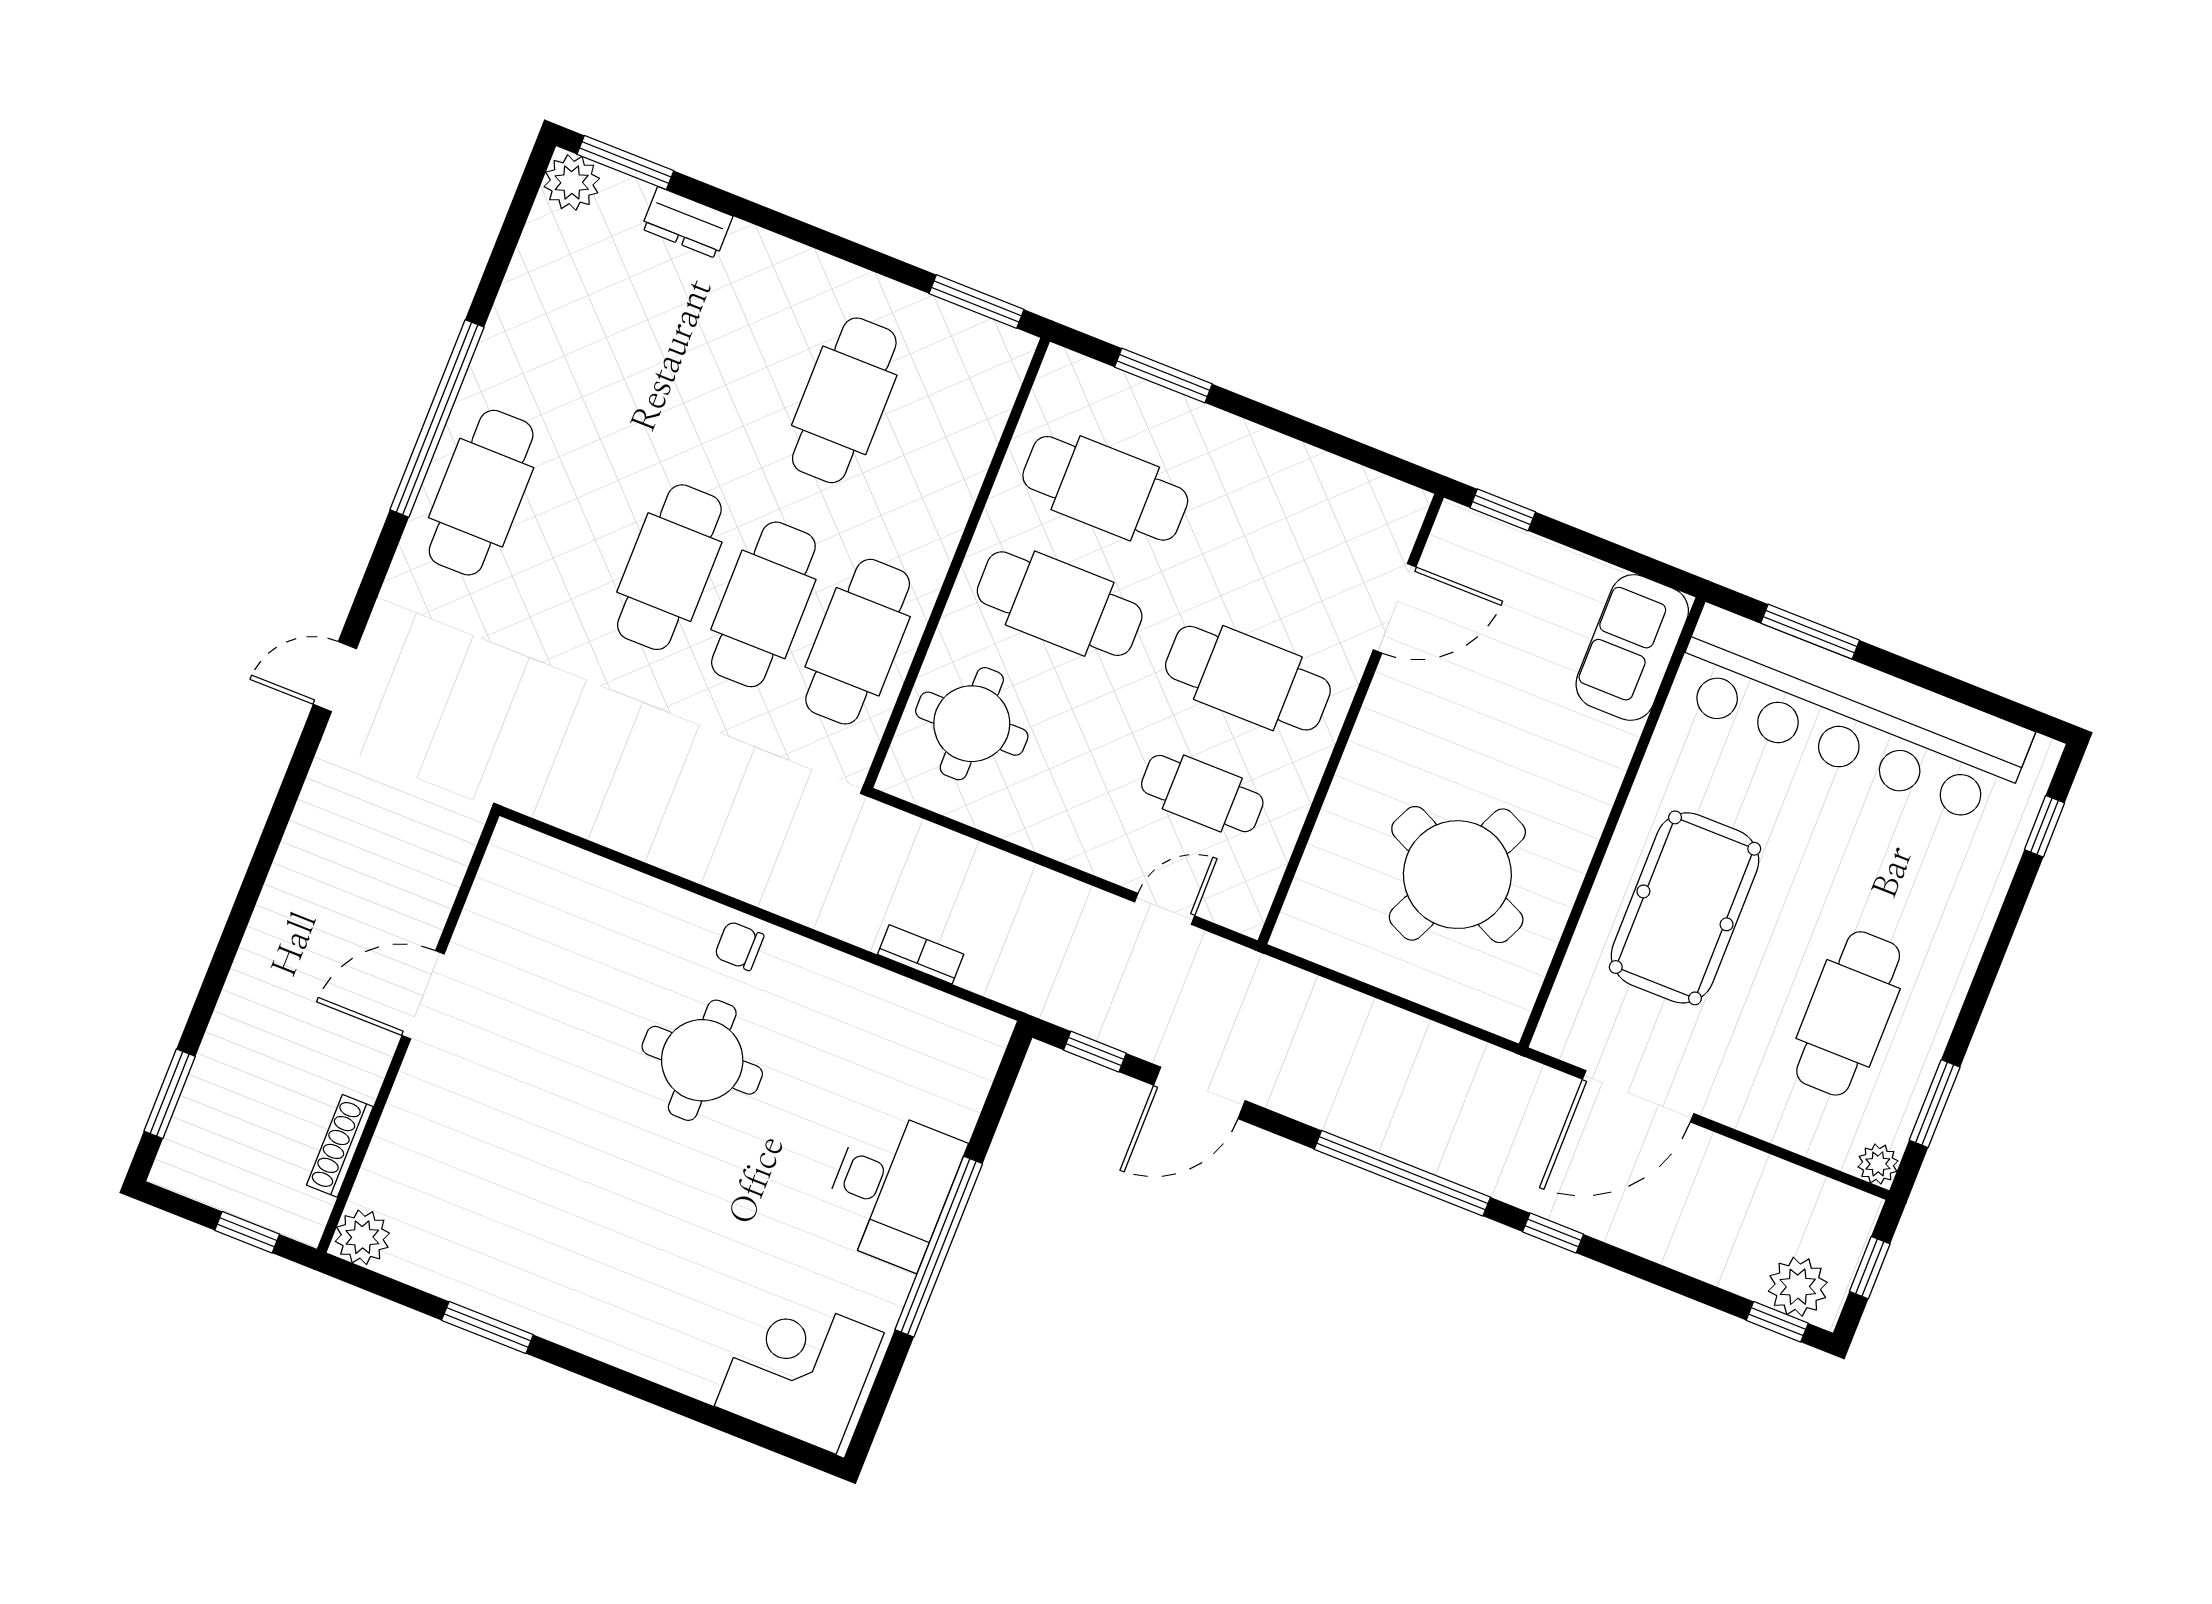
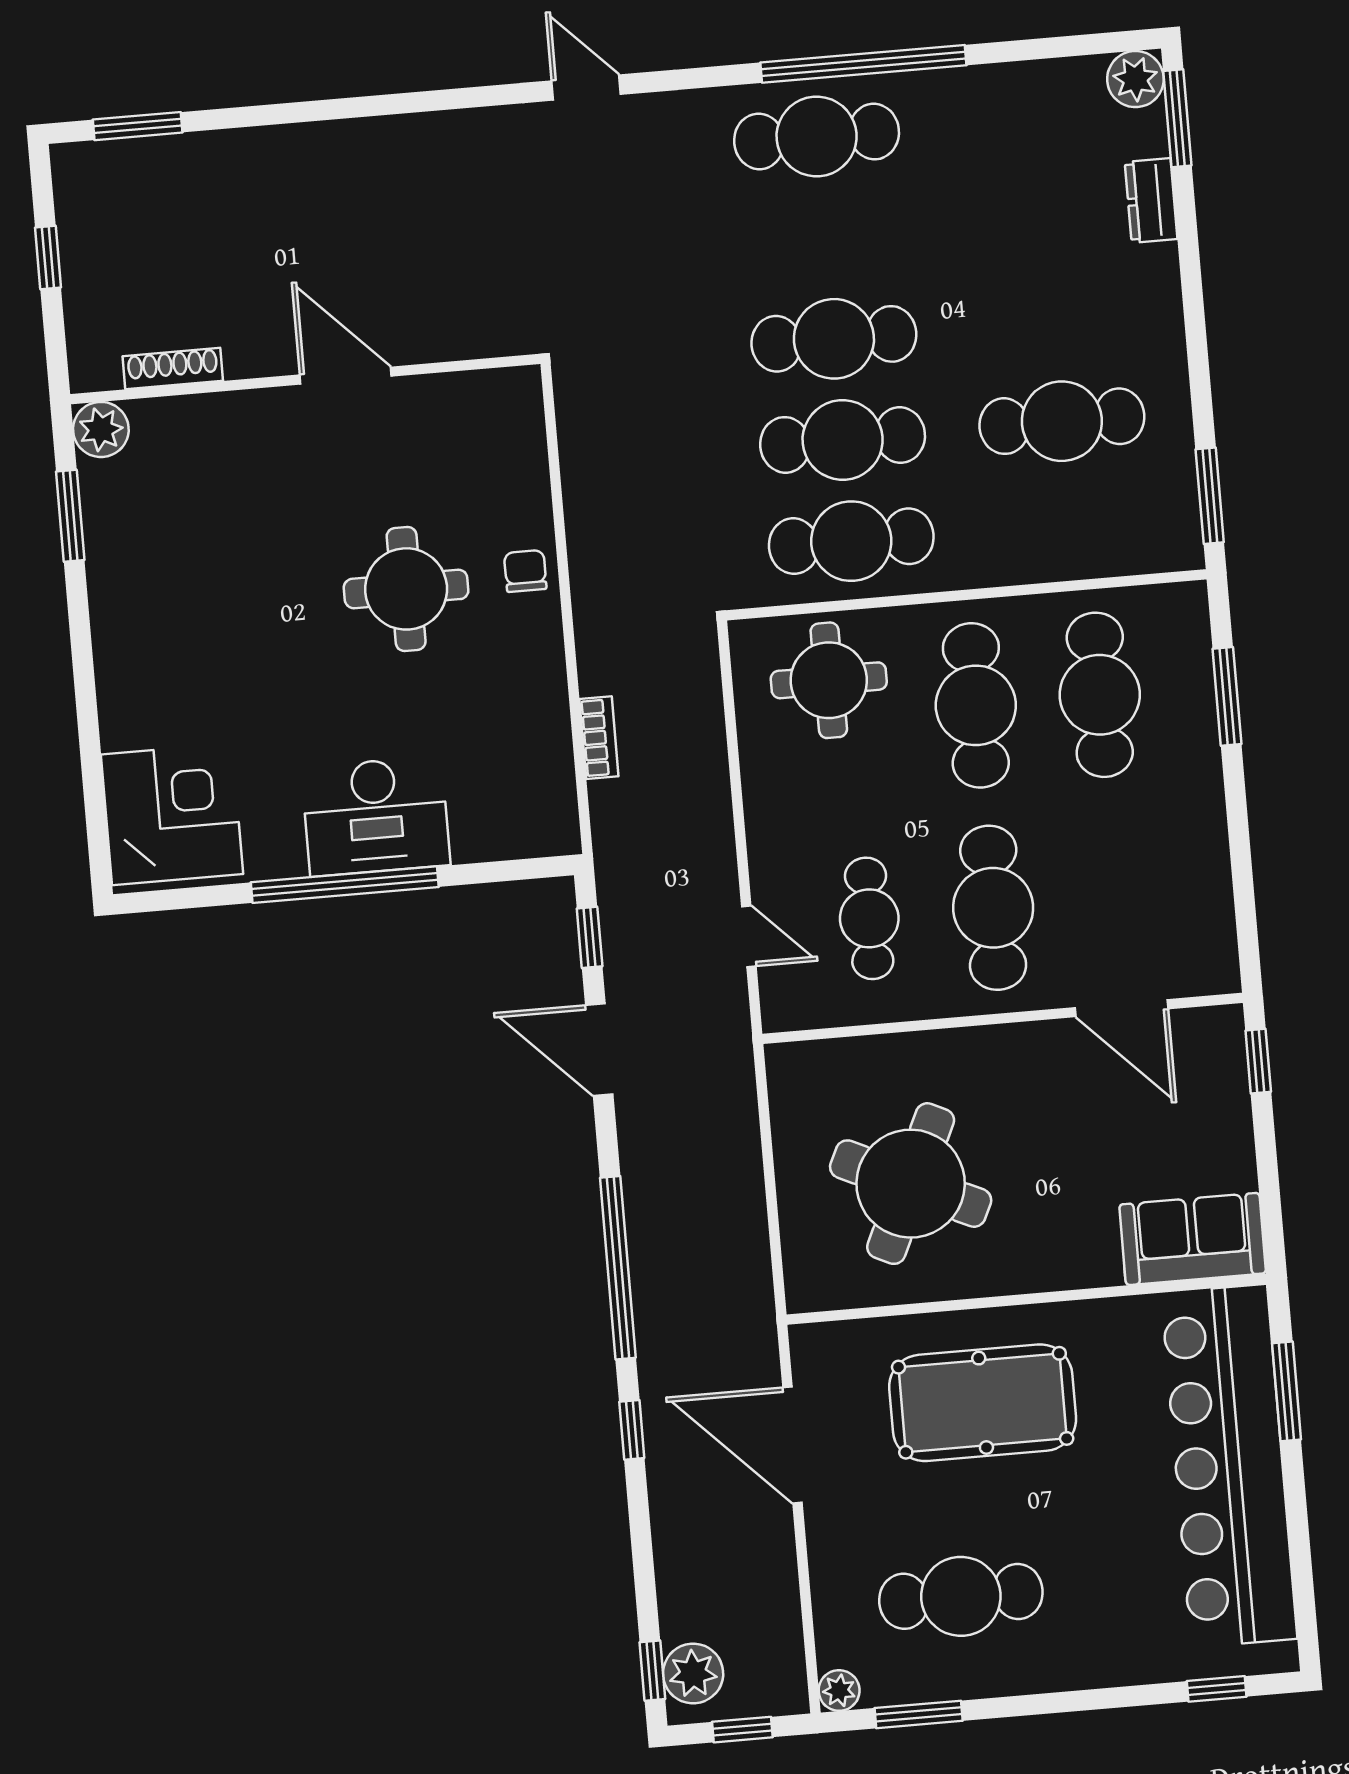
door: (423, 995) -> (346, 376), moved
wall: (408, 1032) -> (305, 379), moved
shoe rack: (340, 1146) -> (173, 368), moved
plant: (362, 1237) -> (101, 429), moved

